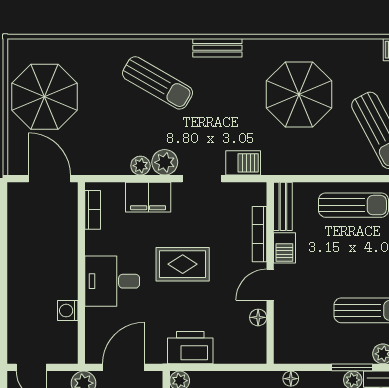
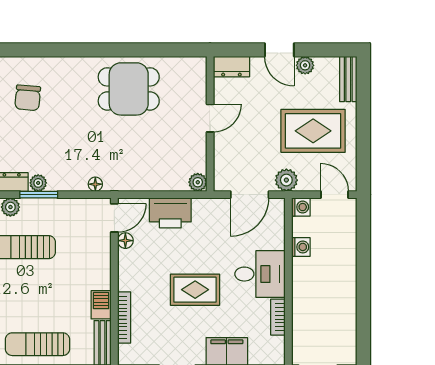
bookcase: (93, 210) -> (278, 317), moved
door: (270, 285) -> (114, 218), moved
printer: (190, 348) -> (170, 213), moved
washing machine: (68, 354) -> (301, 207), added

